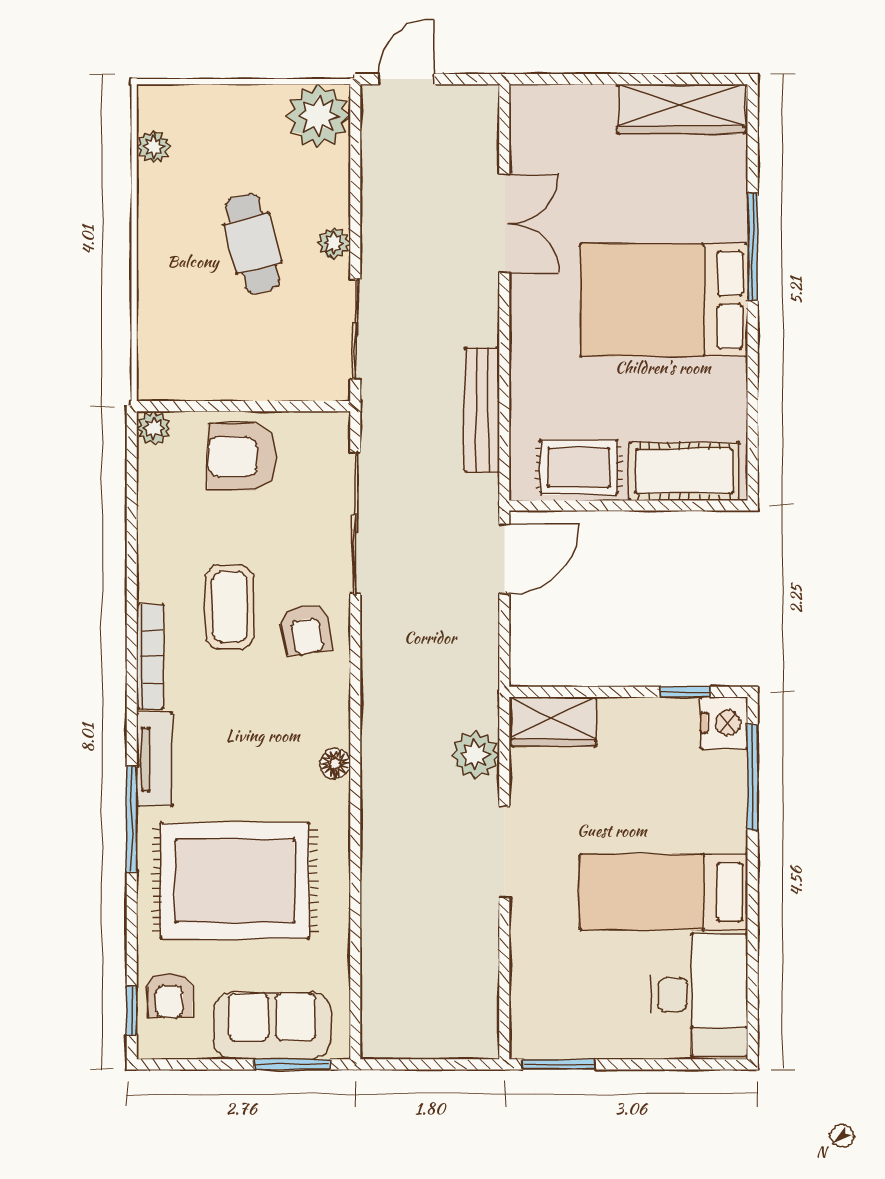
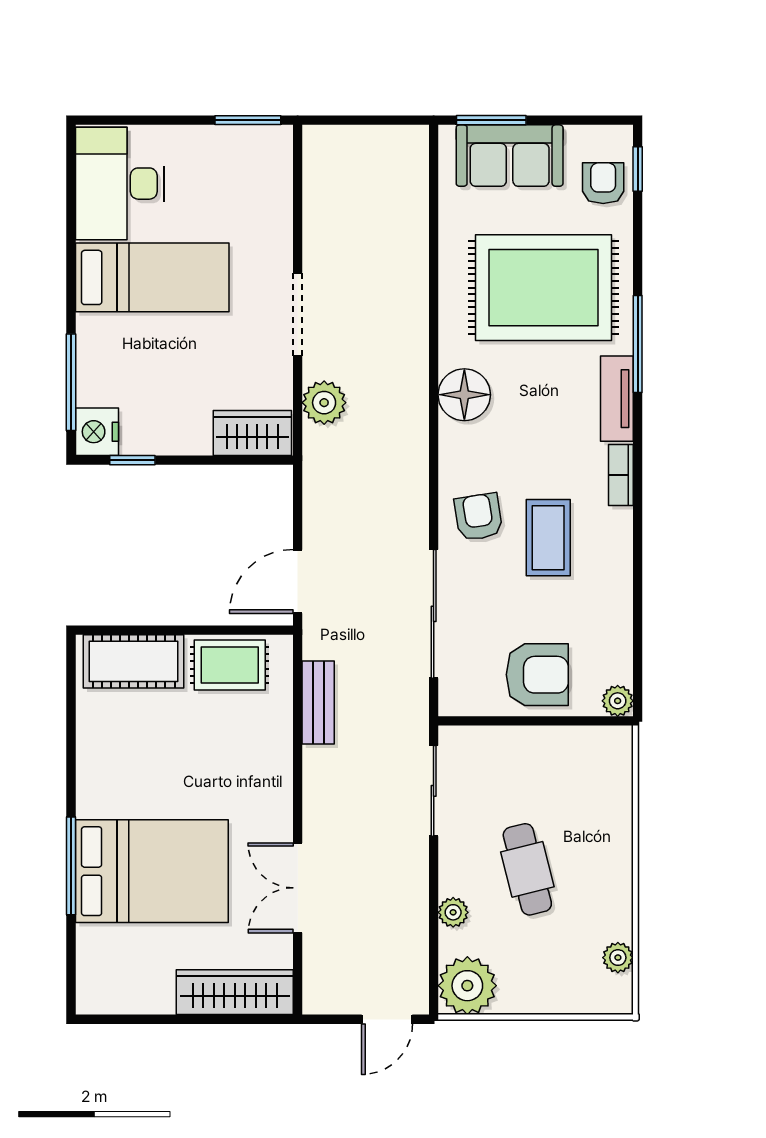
wardrobe: (682, 109) -> (235, 992), moved
plant: (334, 243) -> (453, 912), moved
bed: (664, 300) -> (152, 871), moved
bench: (482, 410) -> (318, 703), width x0.73
bookcase: (150, 657) -> (621, 475), width x0.64
floor lamp: (335, 763) -> (464, 395), width x1.89, depth x1.89

